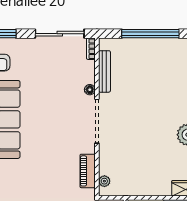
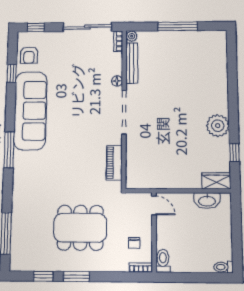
window: (150, 34) -> (178, 26), width x0.68
plant: (104, 181) -> (132, 36), moved

